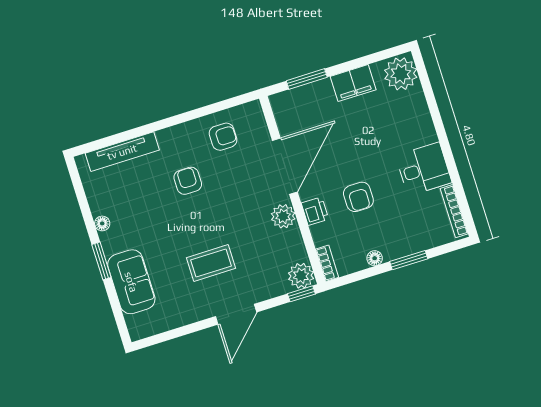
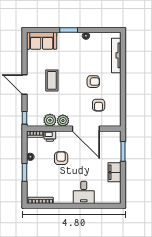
plant: (401, 74) -> (112, 196), removed
armchair: (223, 137) -> (99, 105), moved
desk: (424, 169) -> (84, 192), moved
armchair: (358, 197) -> (61, 158), turned 90
printer: (315, 211) -> (50, 136), moved
plant: (301, 276) -> (50, 120), moved
sofa: (131, 282) -> (42, 41), moved

